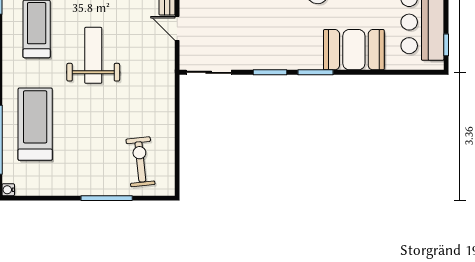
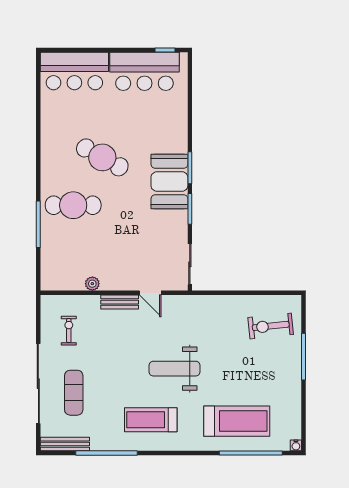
door: (177, 28) -> (150, 293), hinge flipped
booth: (354, 50) -> (169, 181), moved
treadmill: (35, 124) -> (237, 421), turned 180

